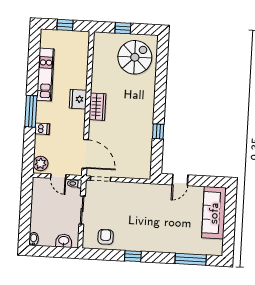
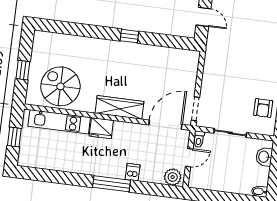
spiral stairs: (135, 57) -> (60, 86), moved
kitchen unit: (45, 75) -> (59, 122), moved, turned 180
wardrobe: (97, 107) -> (119, 107), width x1.50
window: (158, 131) -> (129, 36), moved
armchair: (106, 237) -> (263, 108), turned -90

